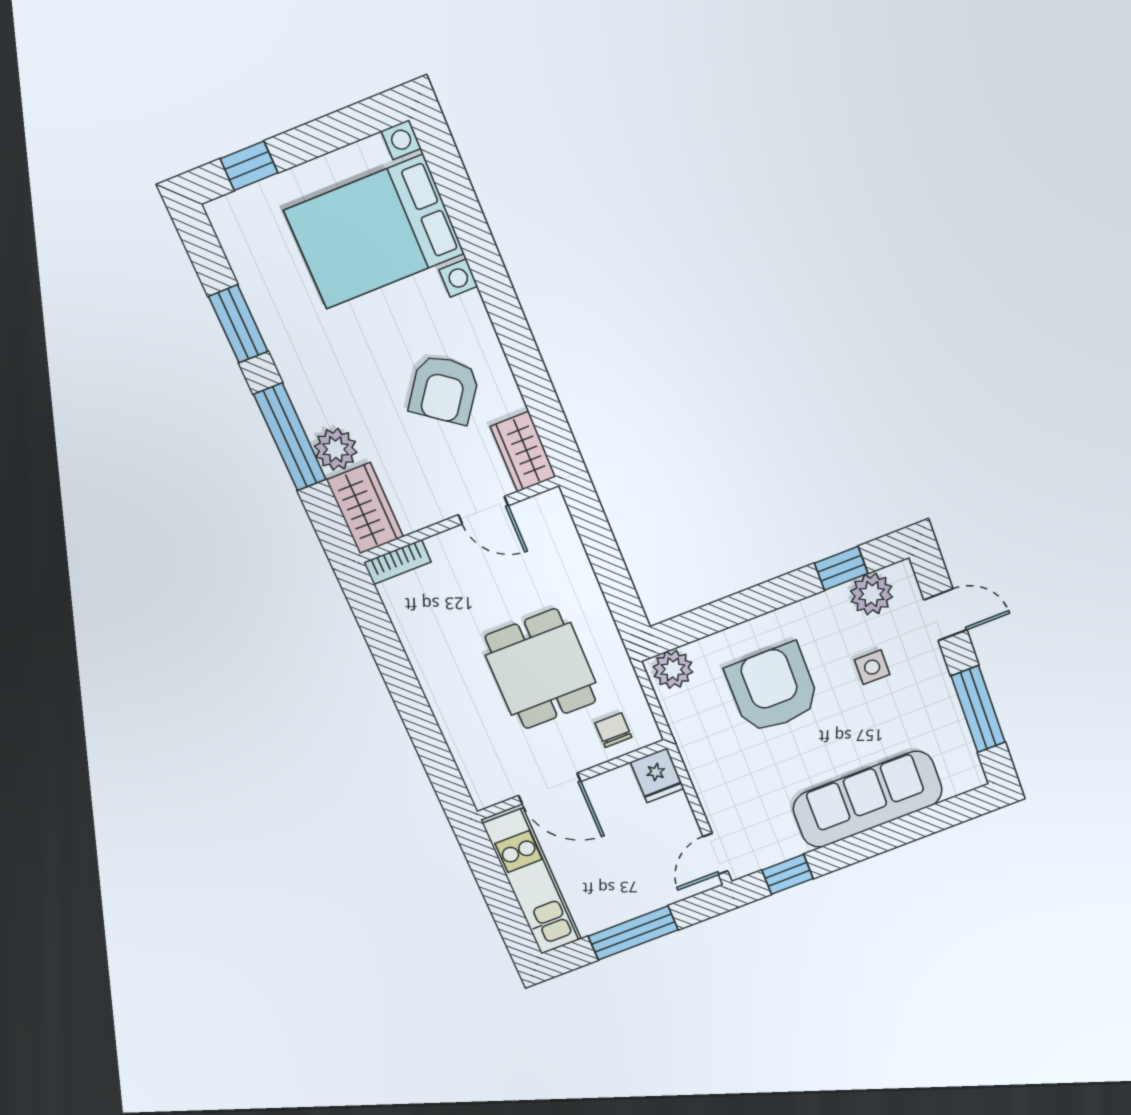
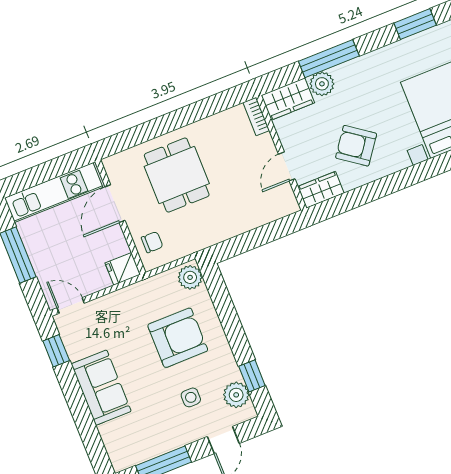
window: (238, 324) -> (415, 24), moved
dining table: (541, 669) -> (177, 175), moved, turned 90
sofa: (868, 799) -> (101, 388), width x0.73

